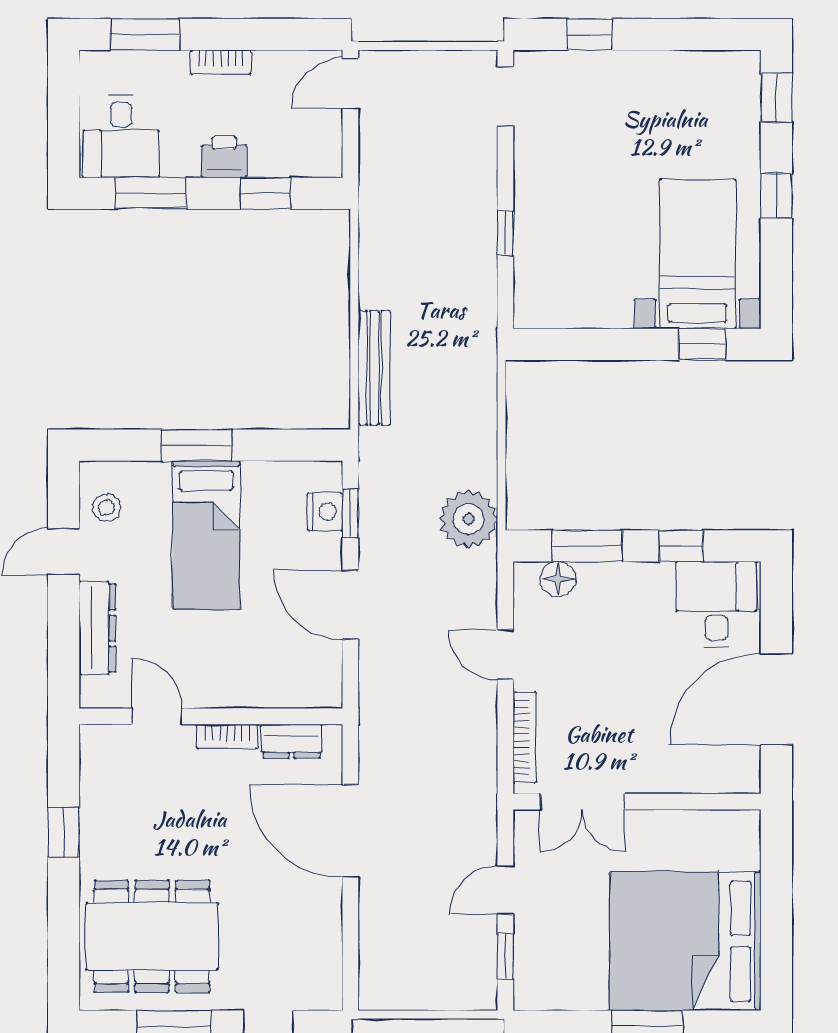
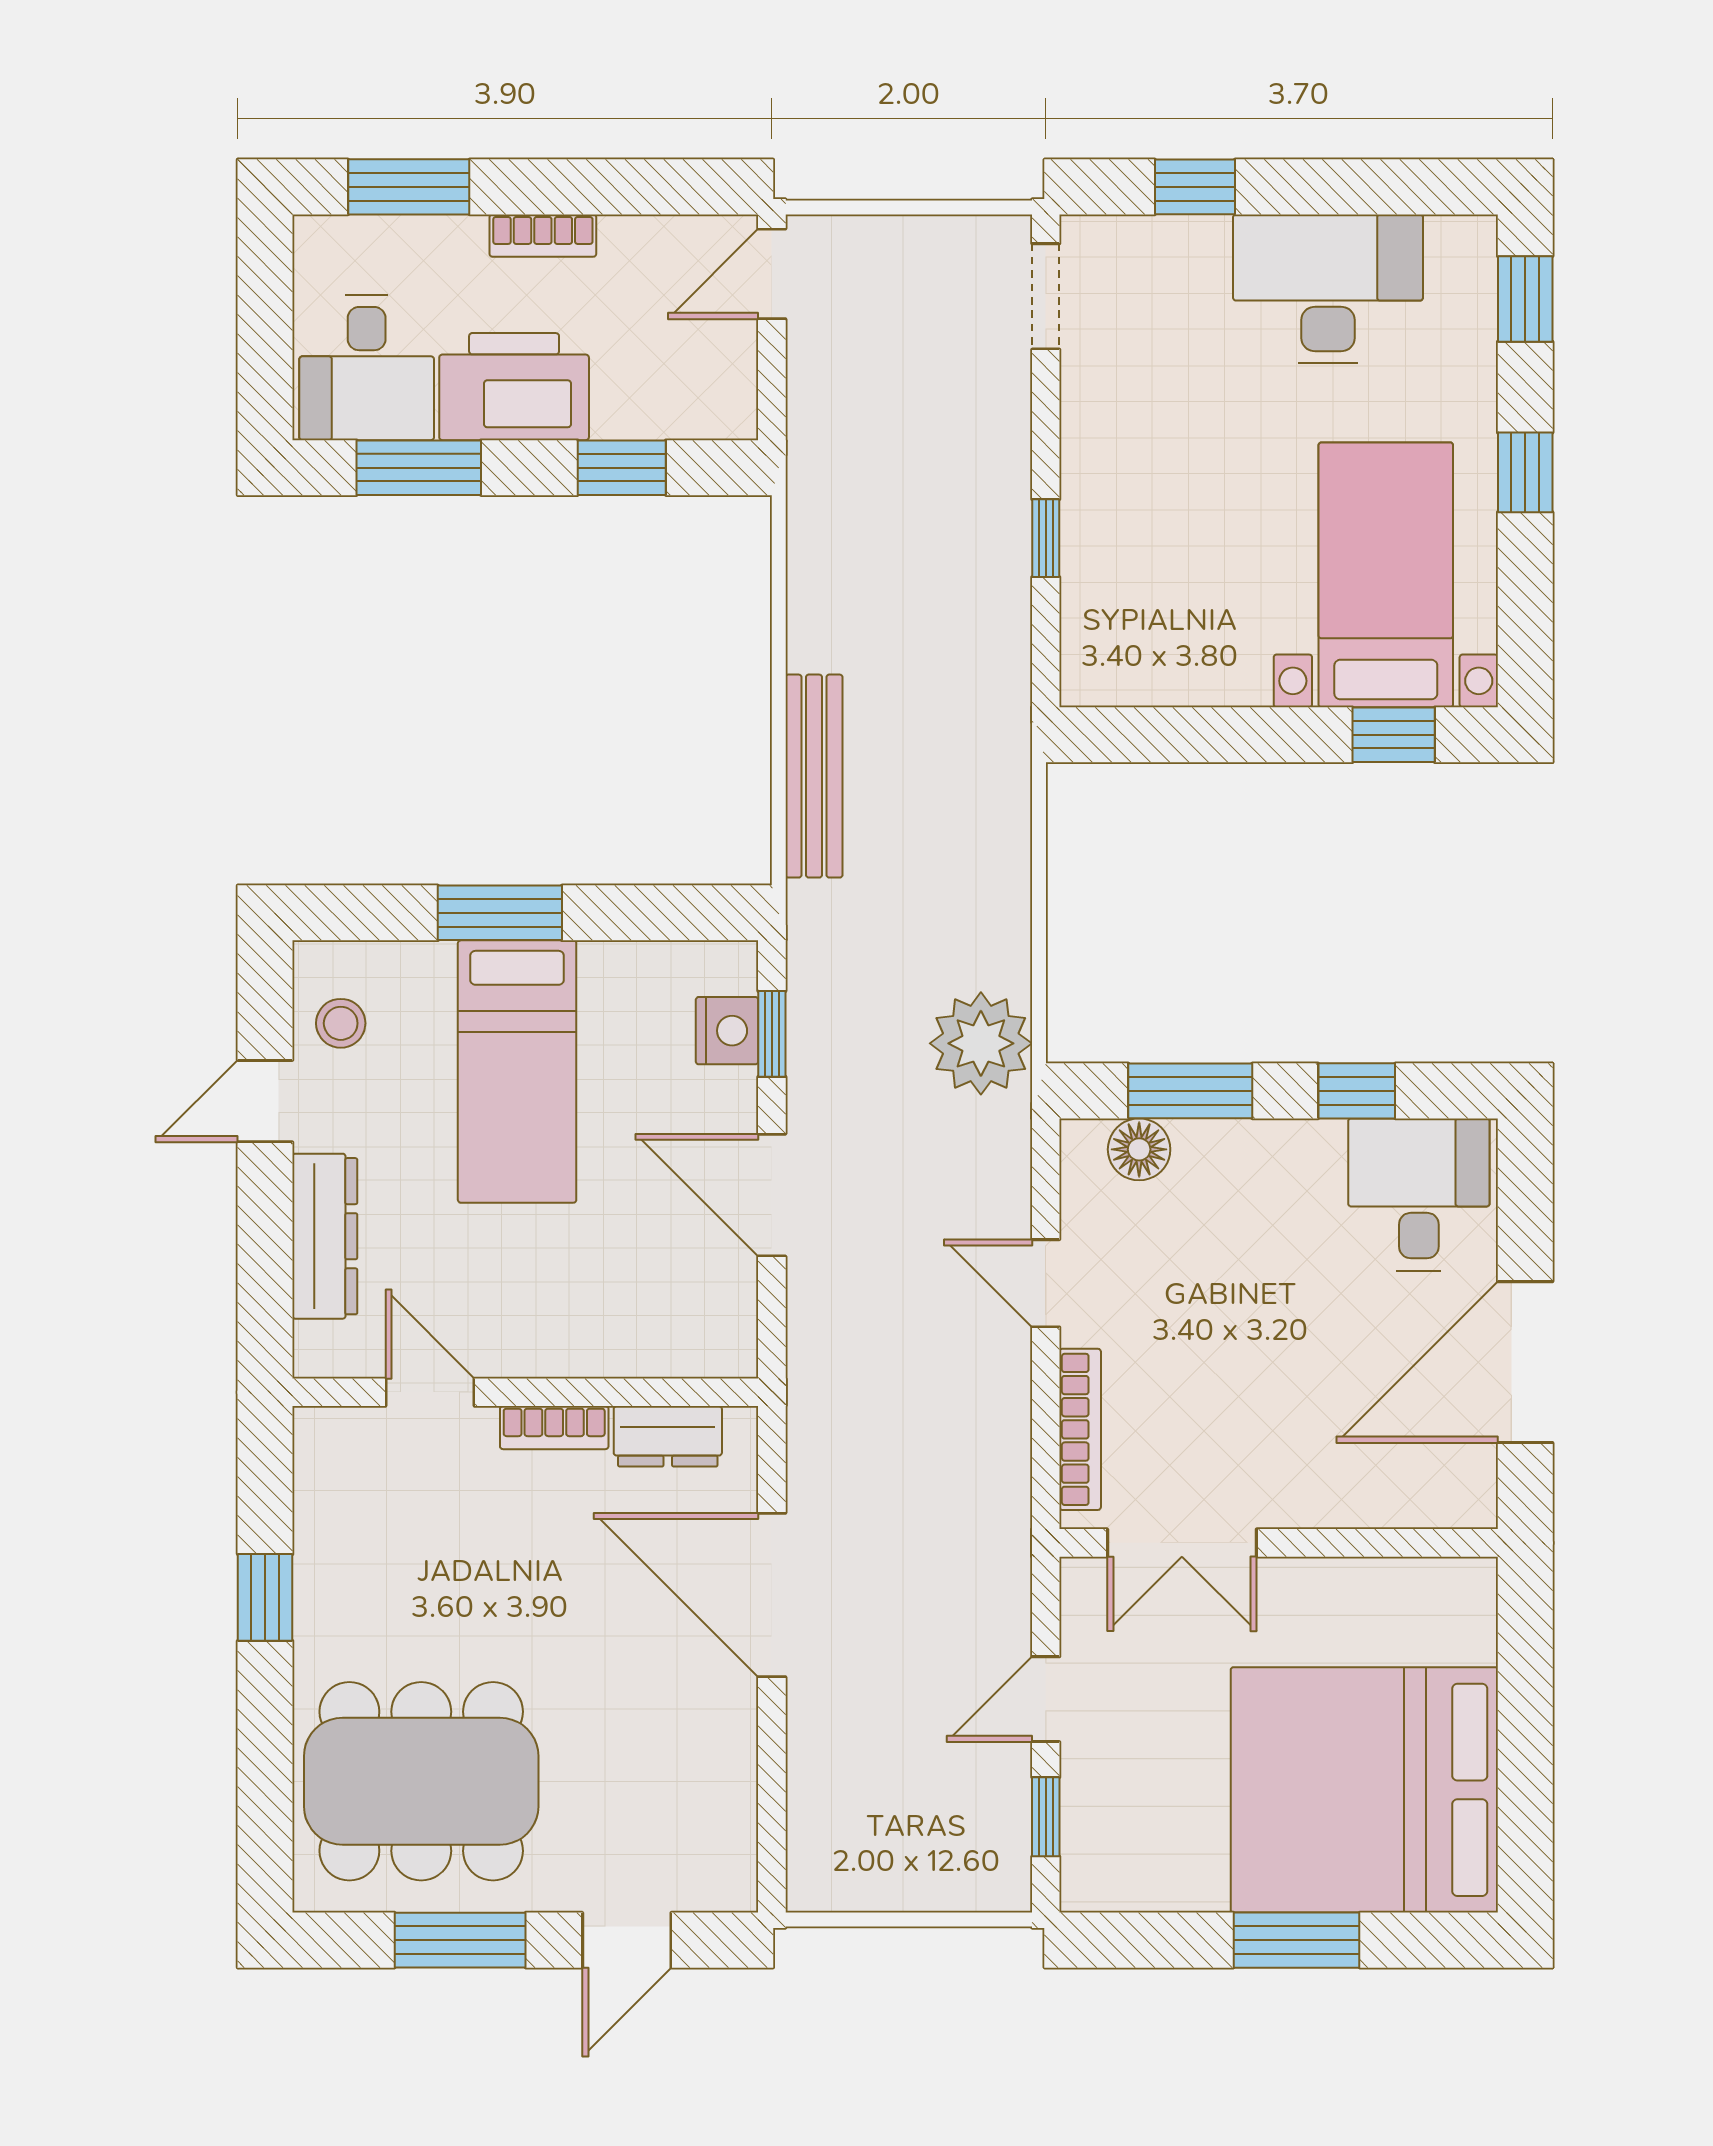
desk: (665, 92) -> (1328, 289), added
printer: (224, 157) -> (514, 387), width x1.87, depth x1.48

